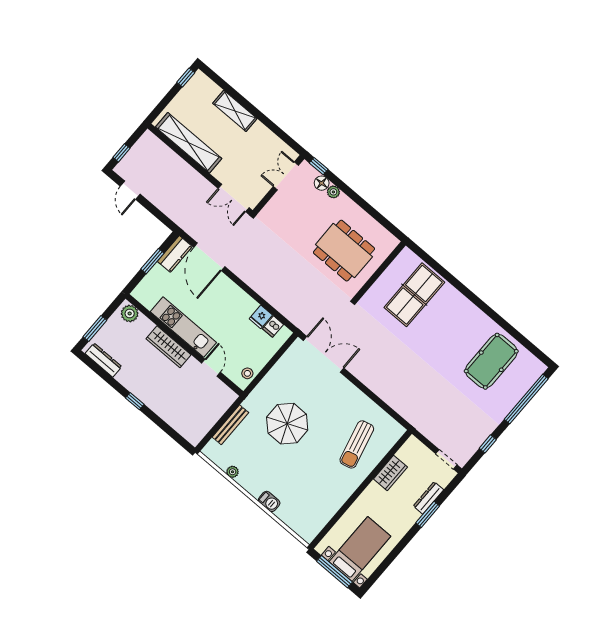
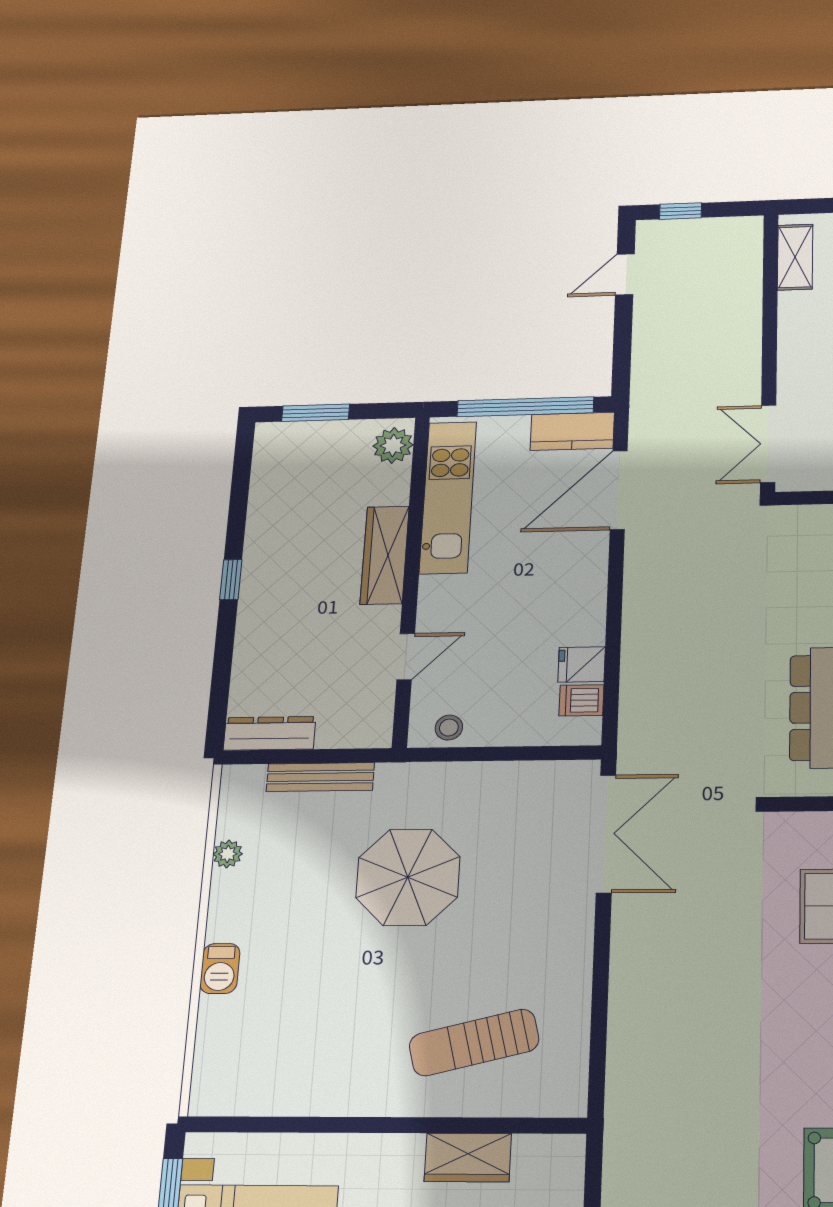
shelving: (189, 143) -> (795, 257), width x0.45, depth x0.75
window: (152, 261) -> (525, 407), width x2.11
kitchen unit: (183, 327) -> (448, 497), moved
dresser: (103, 360) -> (269, 733), moved, turned -90

